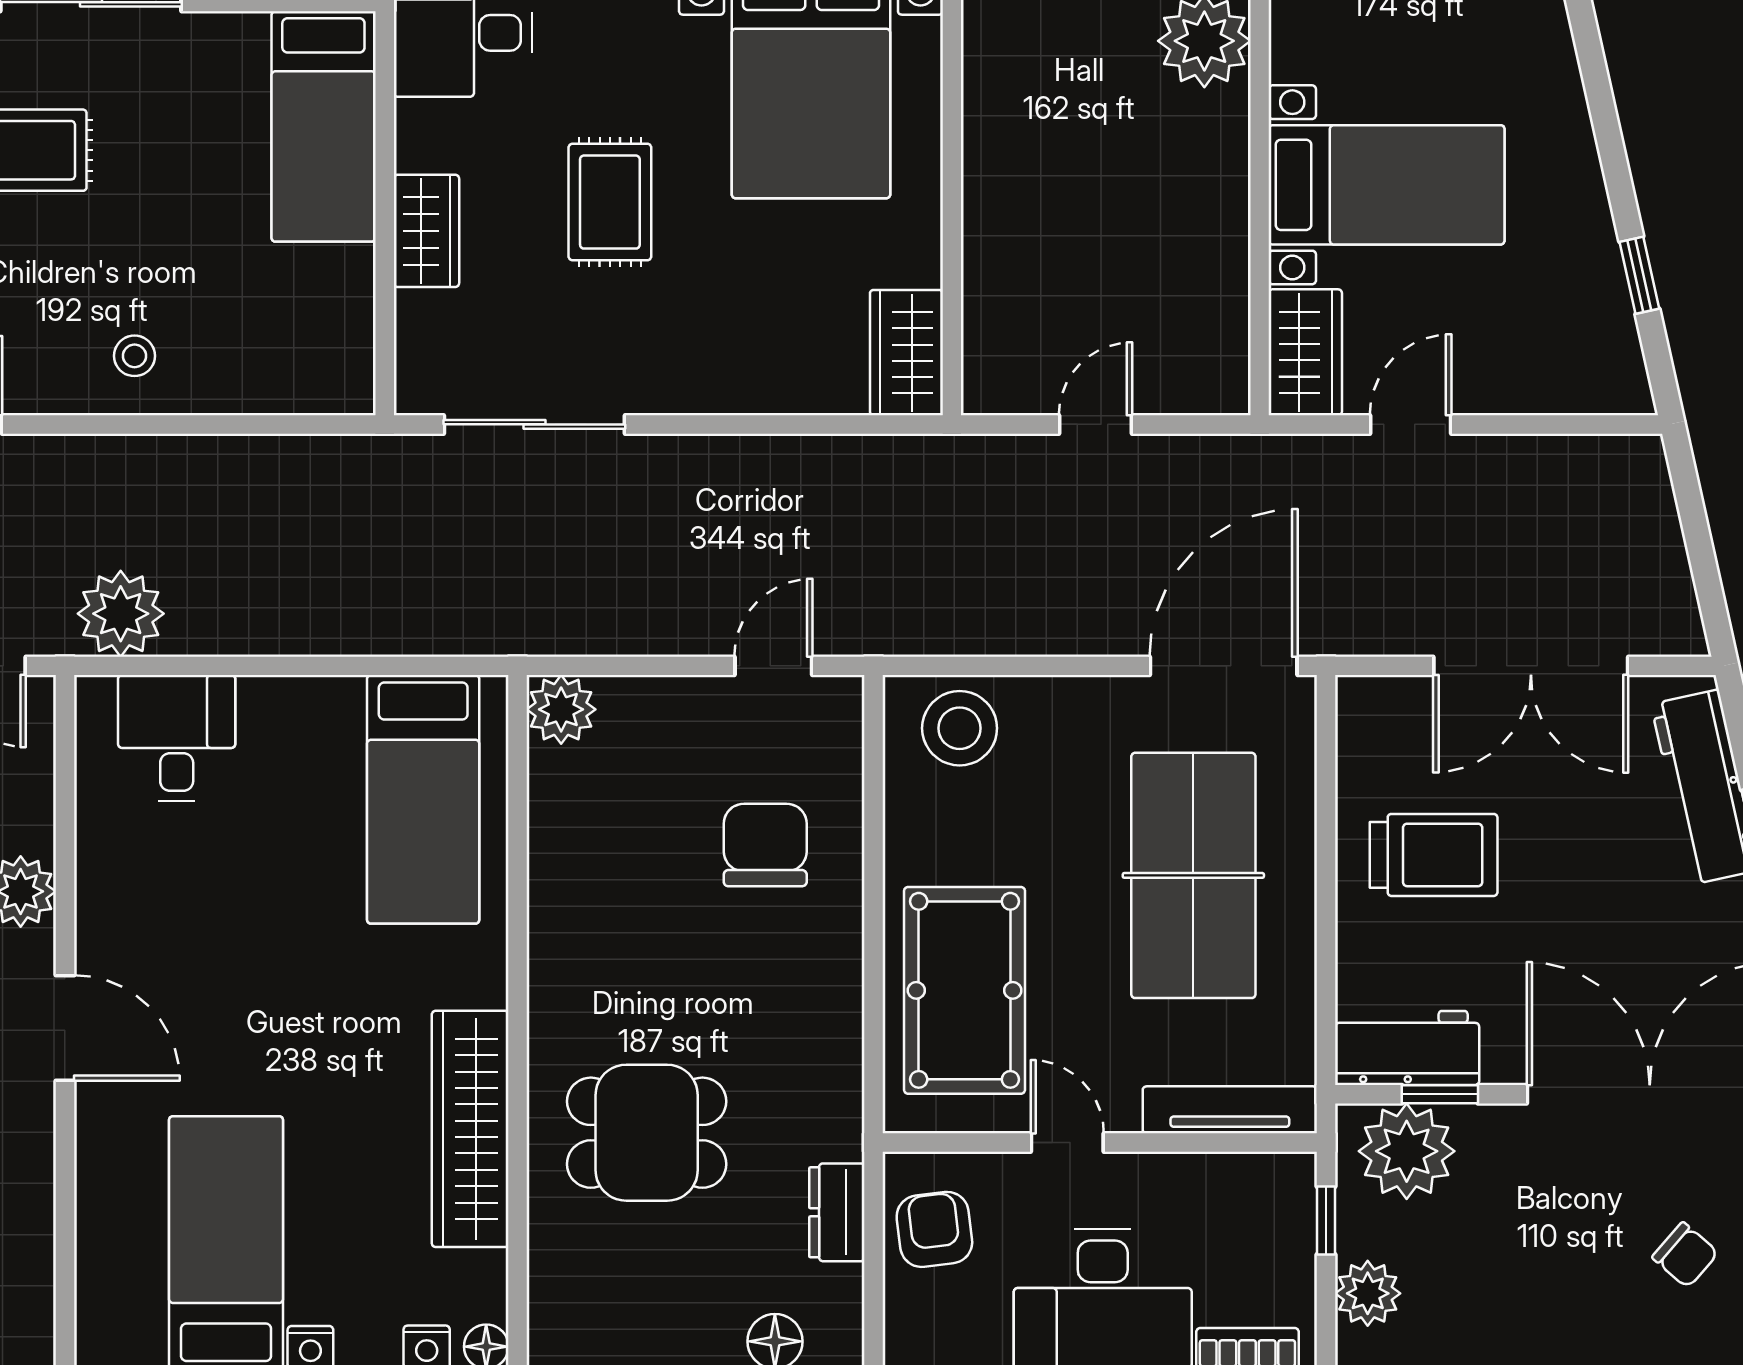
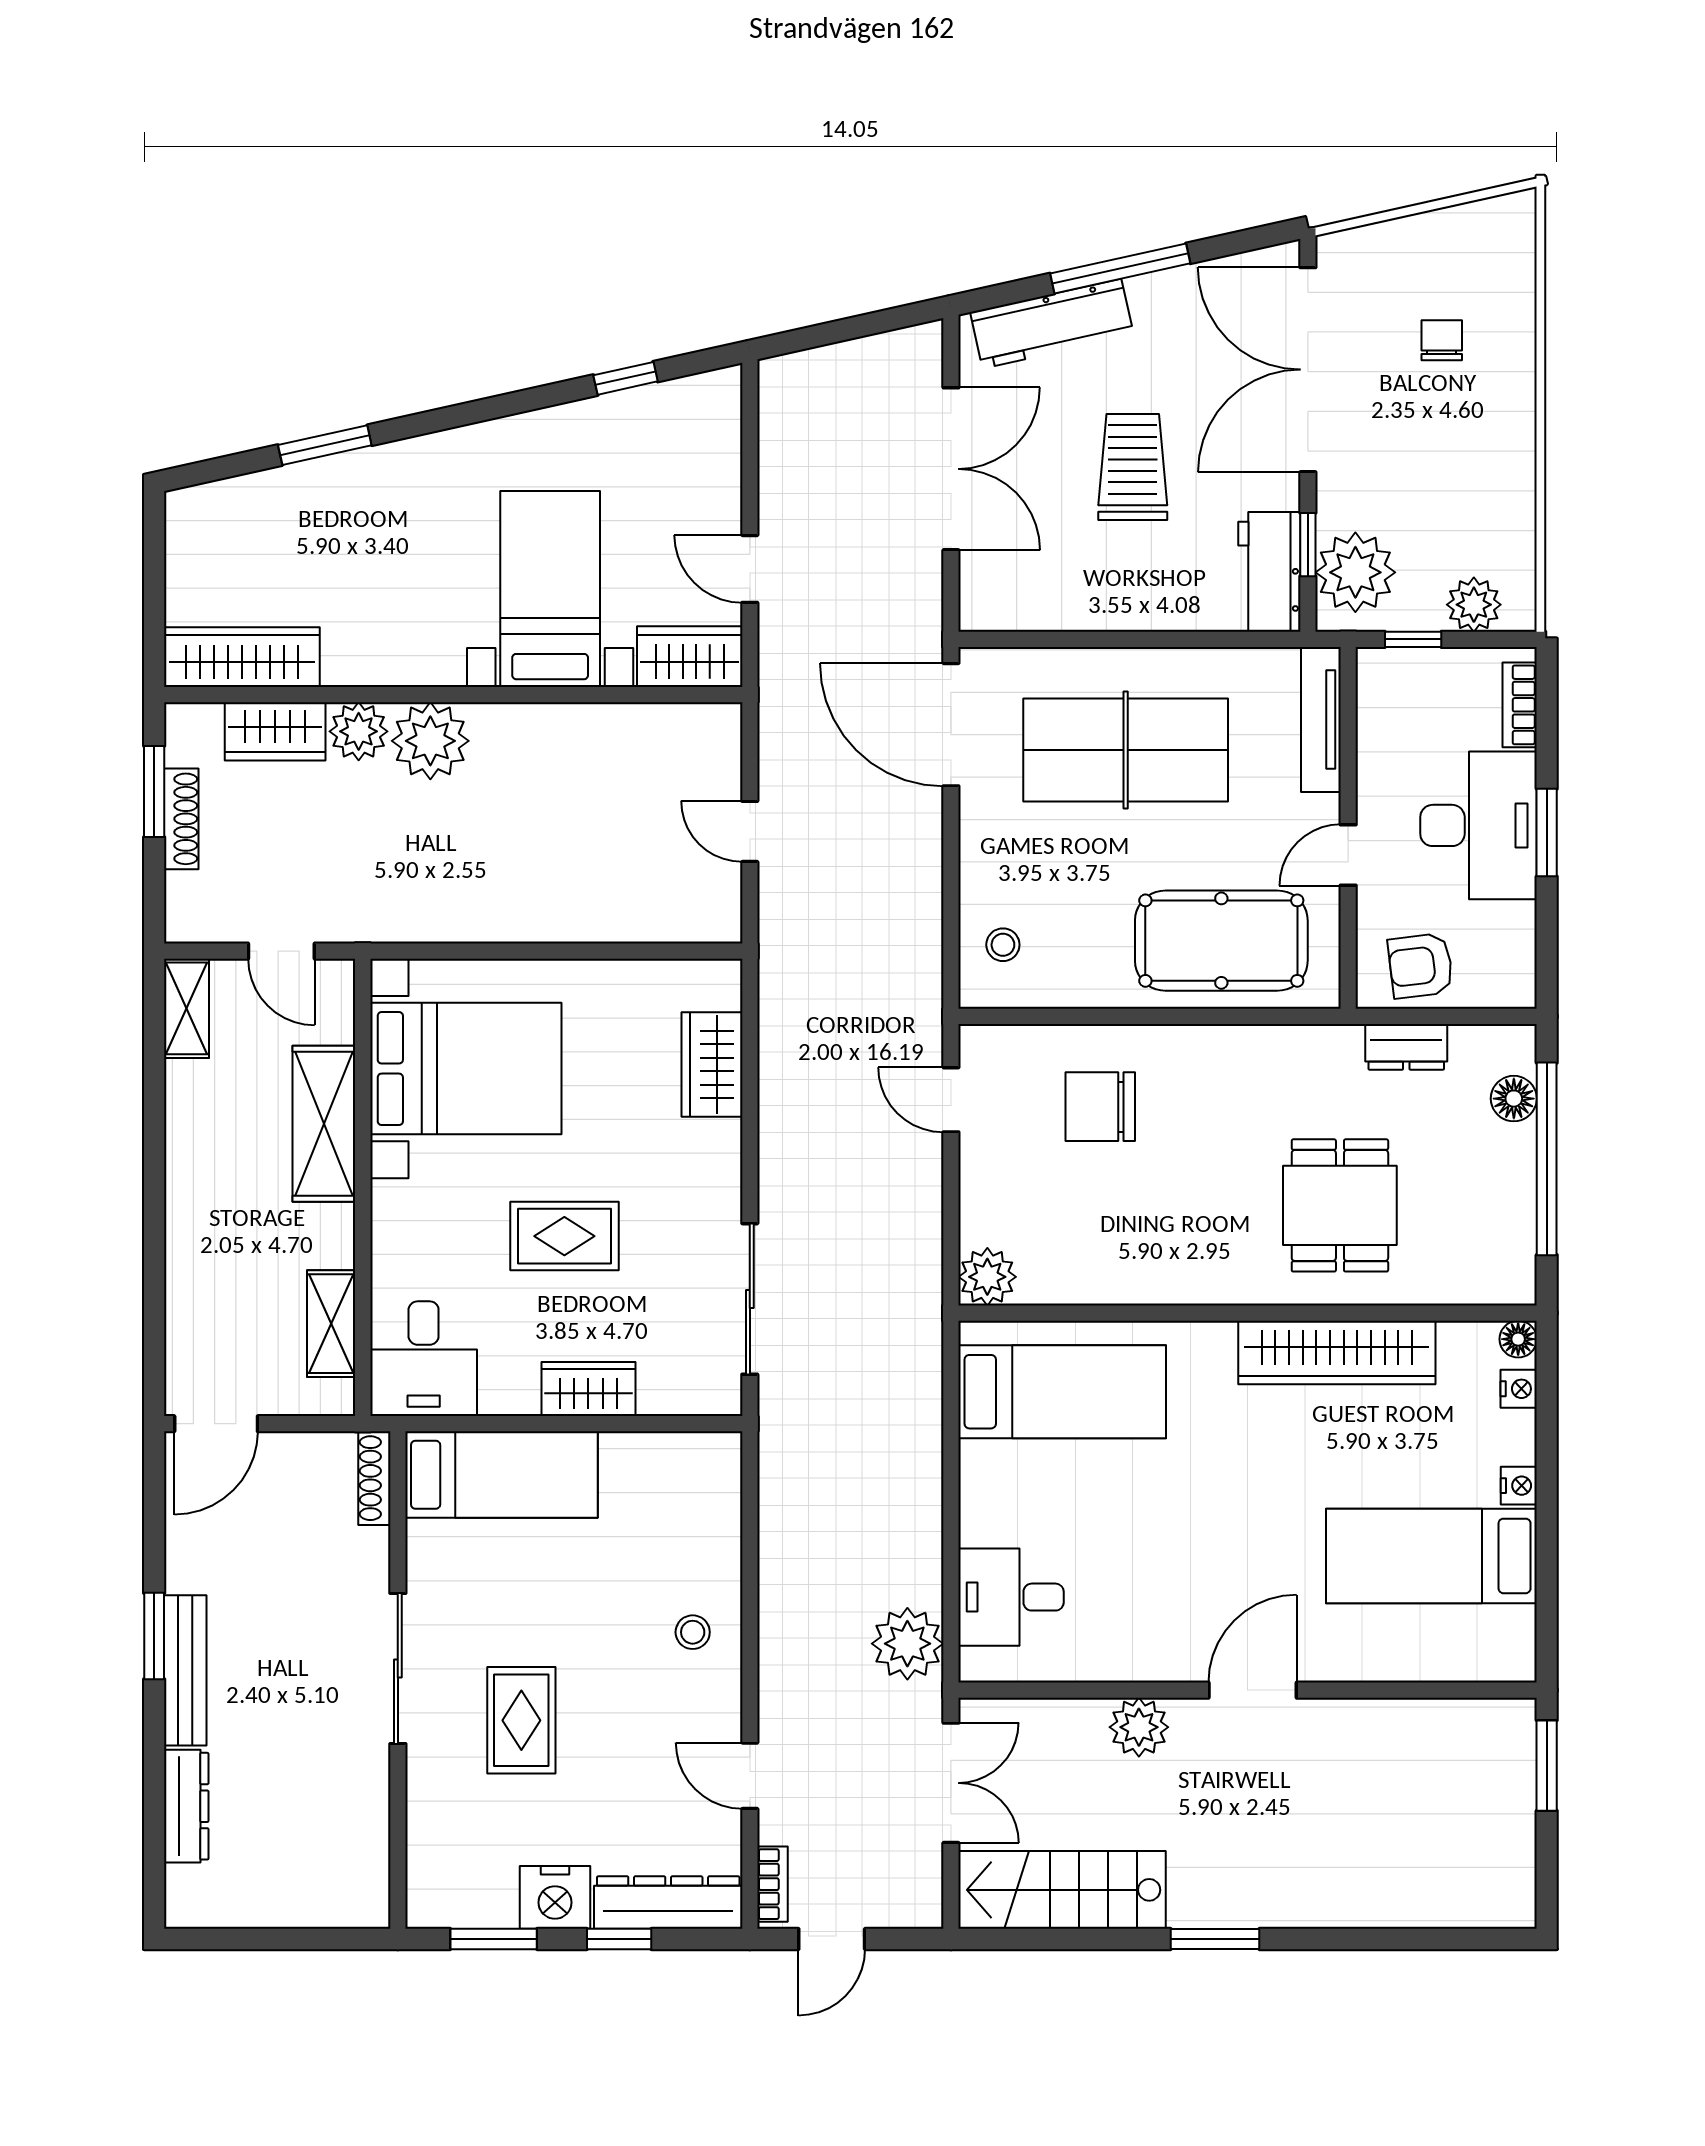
wardrobe: (906, 353) -> (712, 1065), moved, turned 90
stool: (960, 728) -> (1003, 945), width x0.53, depth x0.53
trolley: (1434, 855) -> (1133, 467), moved
chair: (1685, 1255) -> (1442, 340), turned -41

